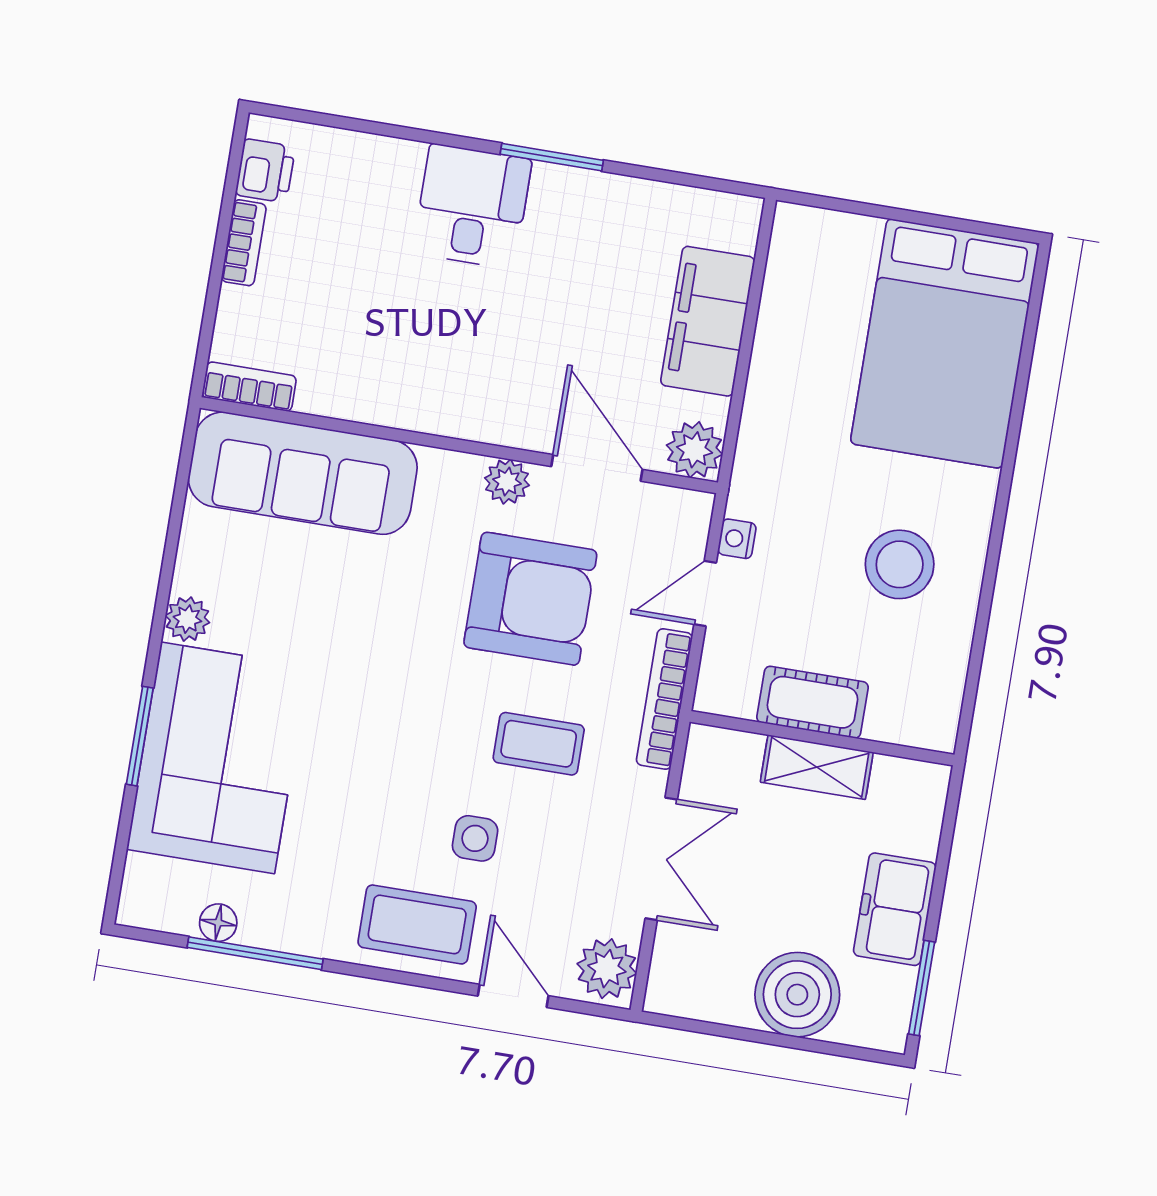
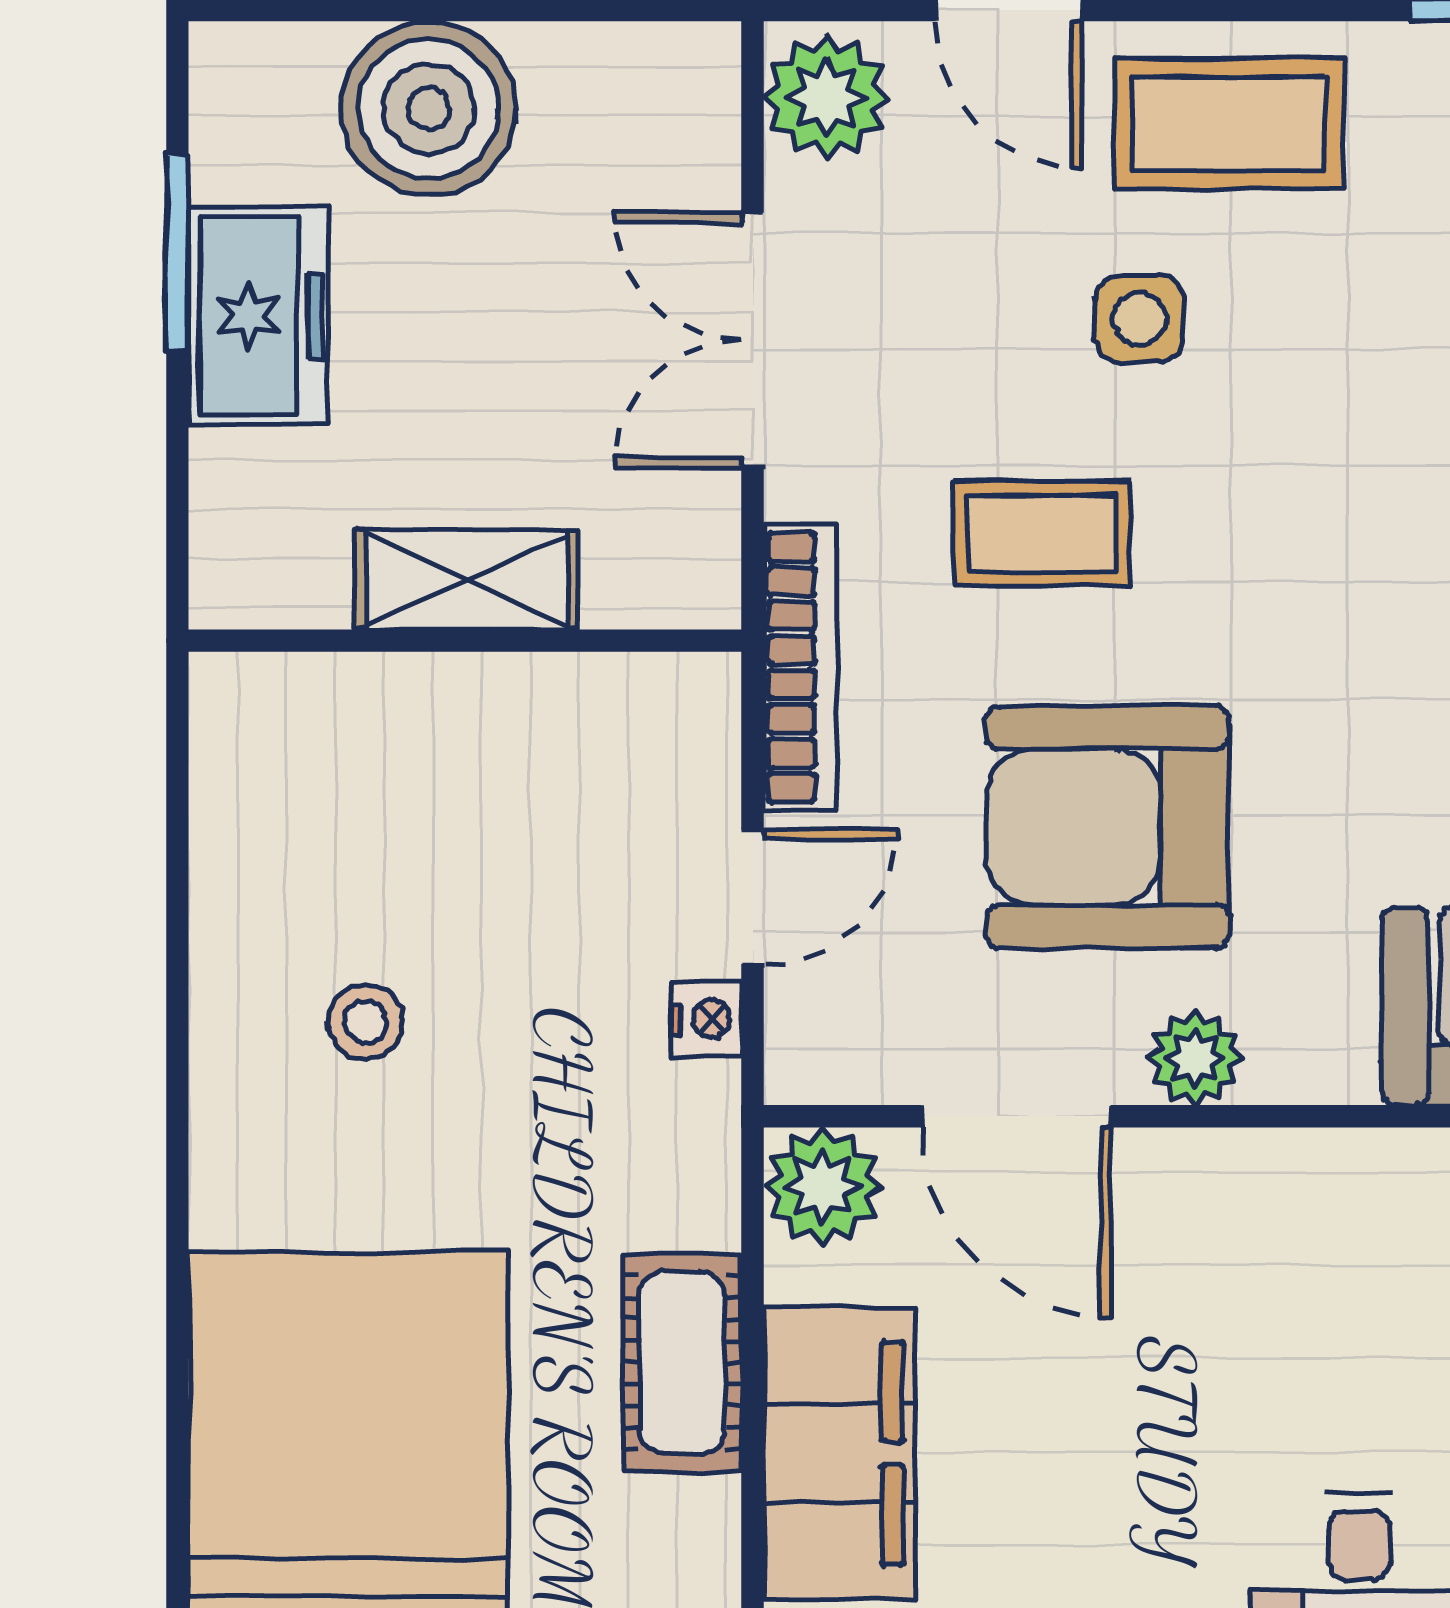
stool: (900, 564) -> (365, 1022), width x0.53, depth x0.53
cot: (812, 702) -> (682, 1363), moved, turned 90
window: (922, 988) -> (177, 253), moved

